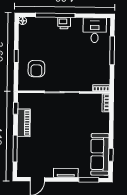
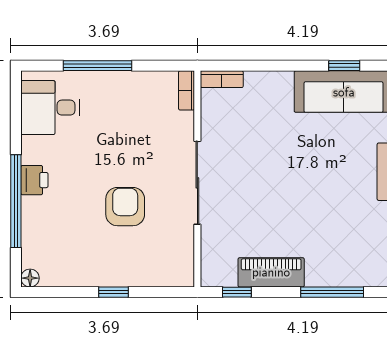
armchair: (36, 69) -> (125, 207), moved, turned -90

